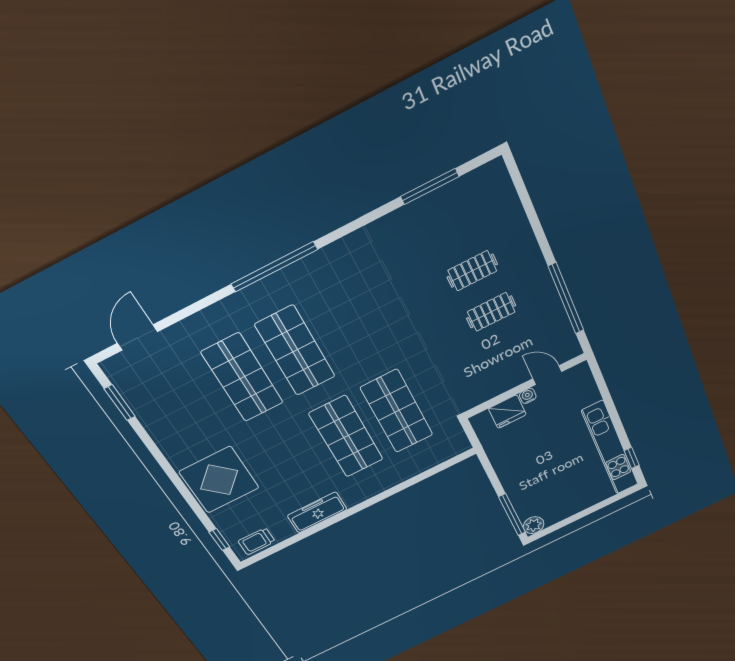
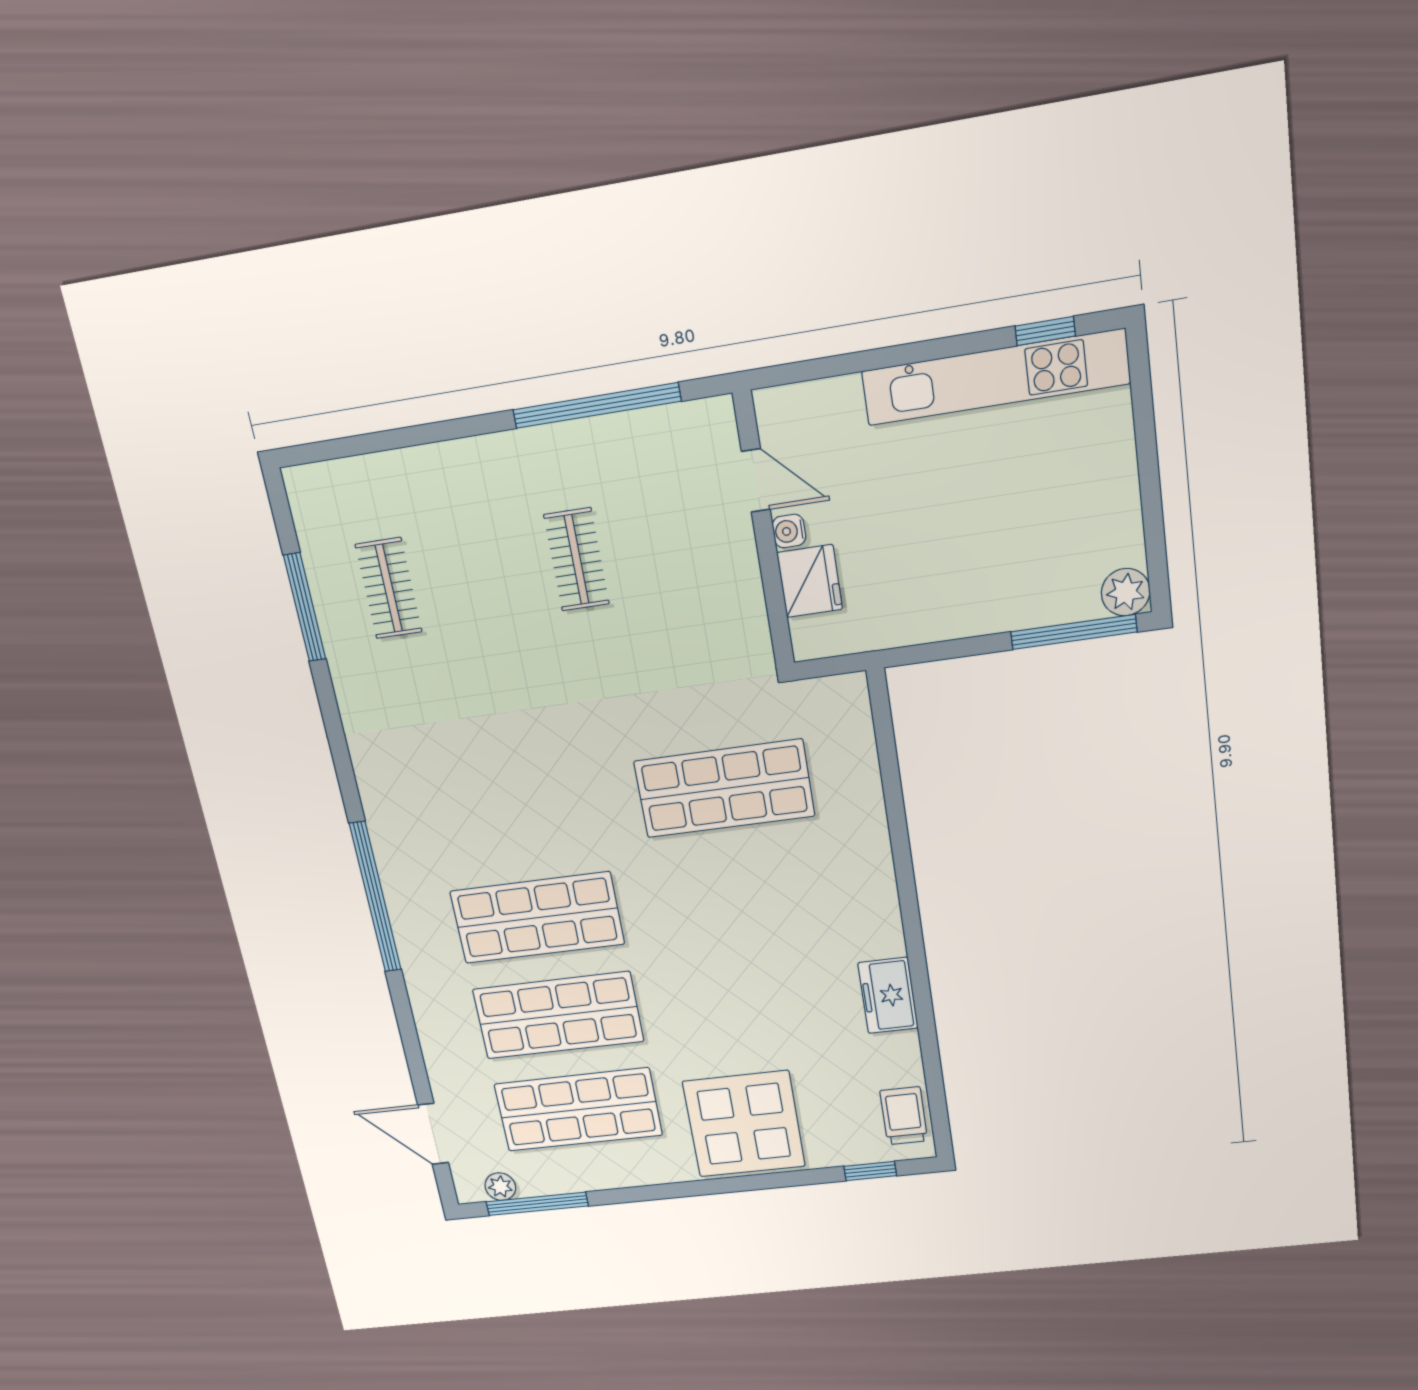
clothes rail: (472, 271) -> (389, 588), moved
door: (547, 375) -> (756, 480), swing flipped
plant: (121, 381) -> (500, 1187), added
window: (120, 403) -> (537, 1204), width x1.44
shop shelf: (346, 437) -> (578, 1110), moved
freezer: (317, 512) -> (888, 995), width x0.71
trolley: (256, 541) -> (904, 1116), turned 180

